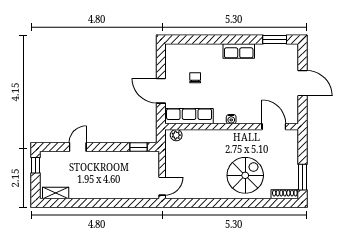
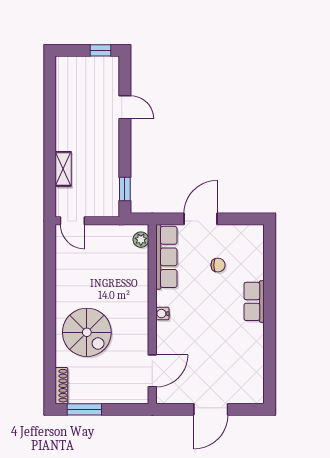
window: (275, 39) -> (270, 372), removed
row of seats: (239, 51) -> (254, 301), moved
shelving: (56, 193) -> (63, 169), moved

